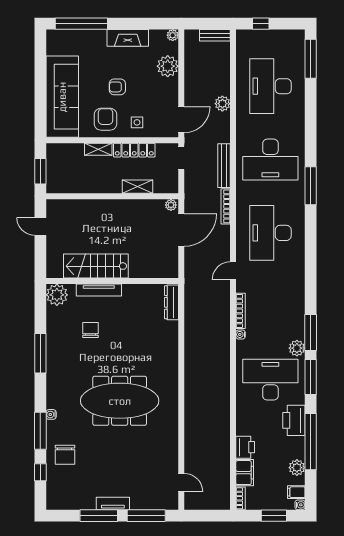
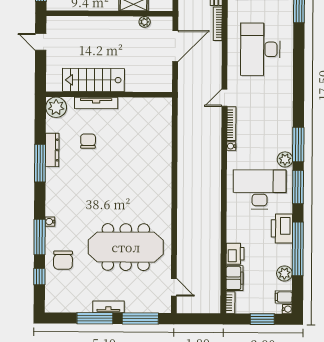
plant: (171, 205) -> (145, 22), moved
door: (233, 271) -> (224, 98), moved
dresser: (172, 302) -> (52, 150), moved, turned 180
meeting table: (120, 401) -> (126, 247), moved

